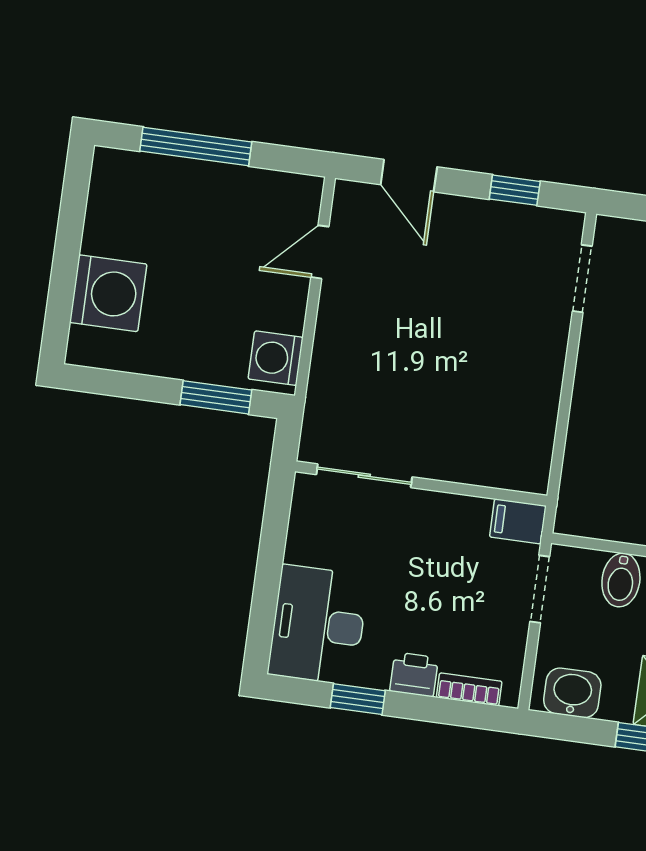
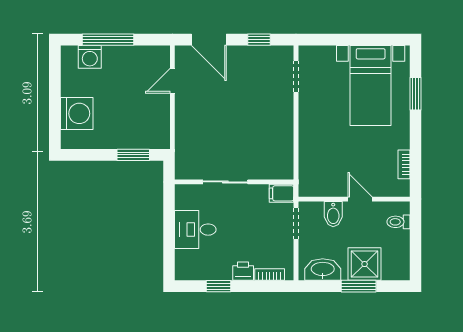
door: (409, 176) -> (209, 40), width x1.38
washing machine: (276, 358) -> (90, 57), moved, turned -90
sliding door: (364, 476) -> (225, 182), moved
desk: (318, 625) -> (195, 230), moved, width x0.73
washbasin: (572, 693) -> (323, 270), width x1.38

